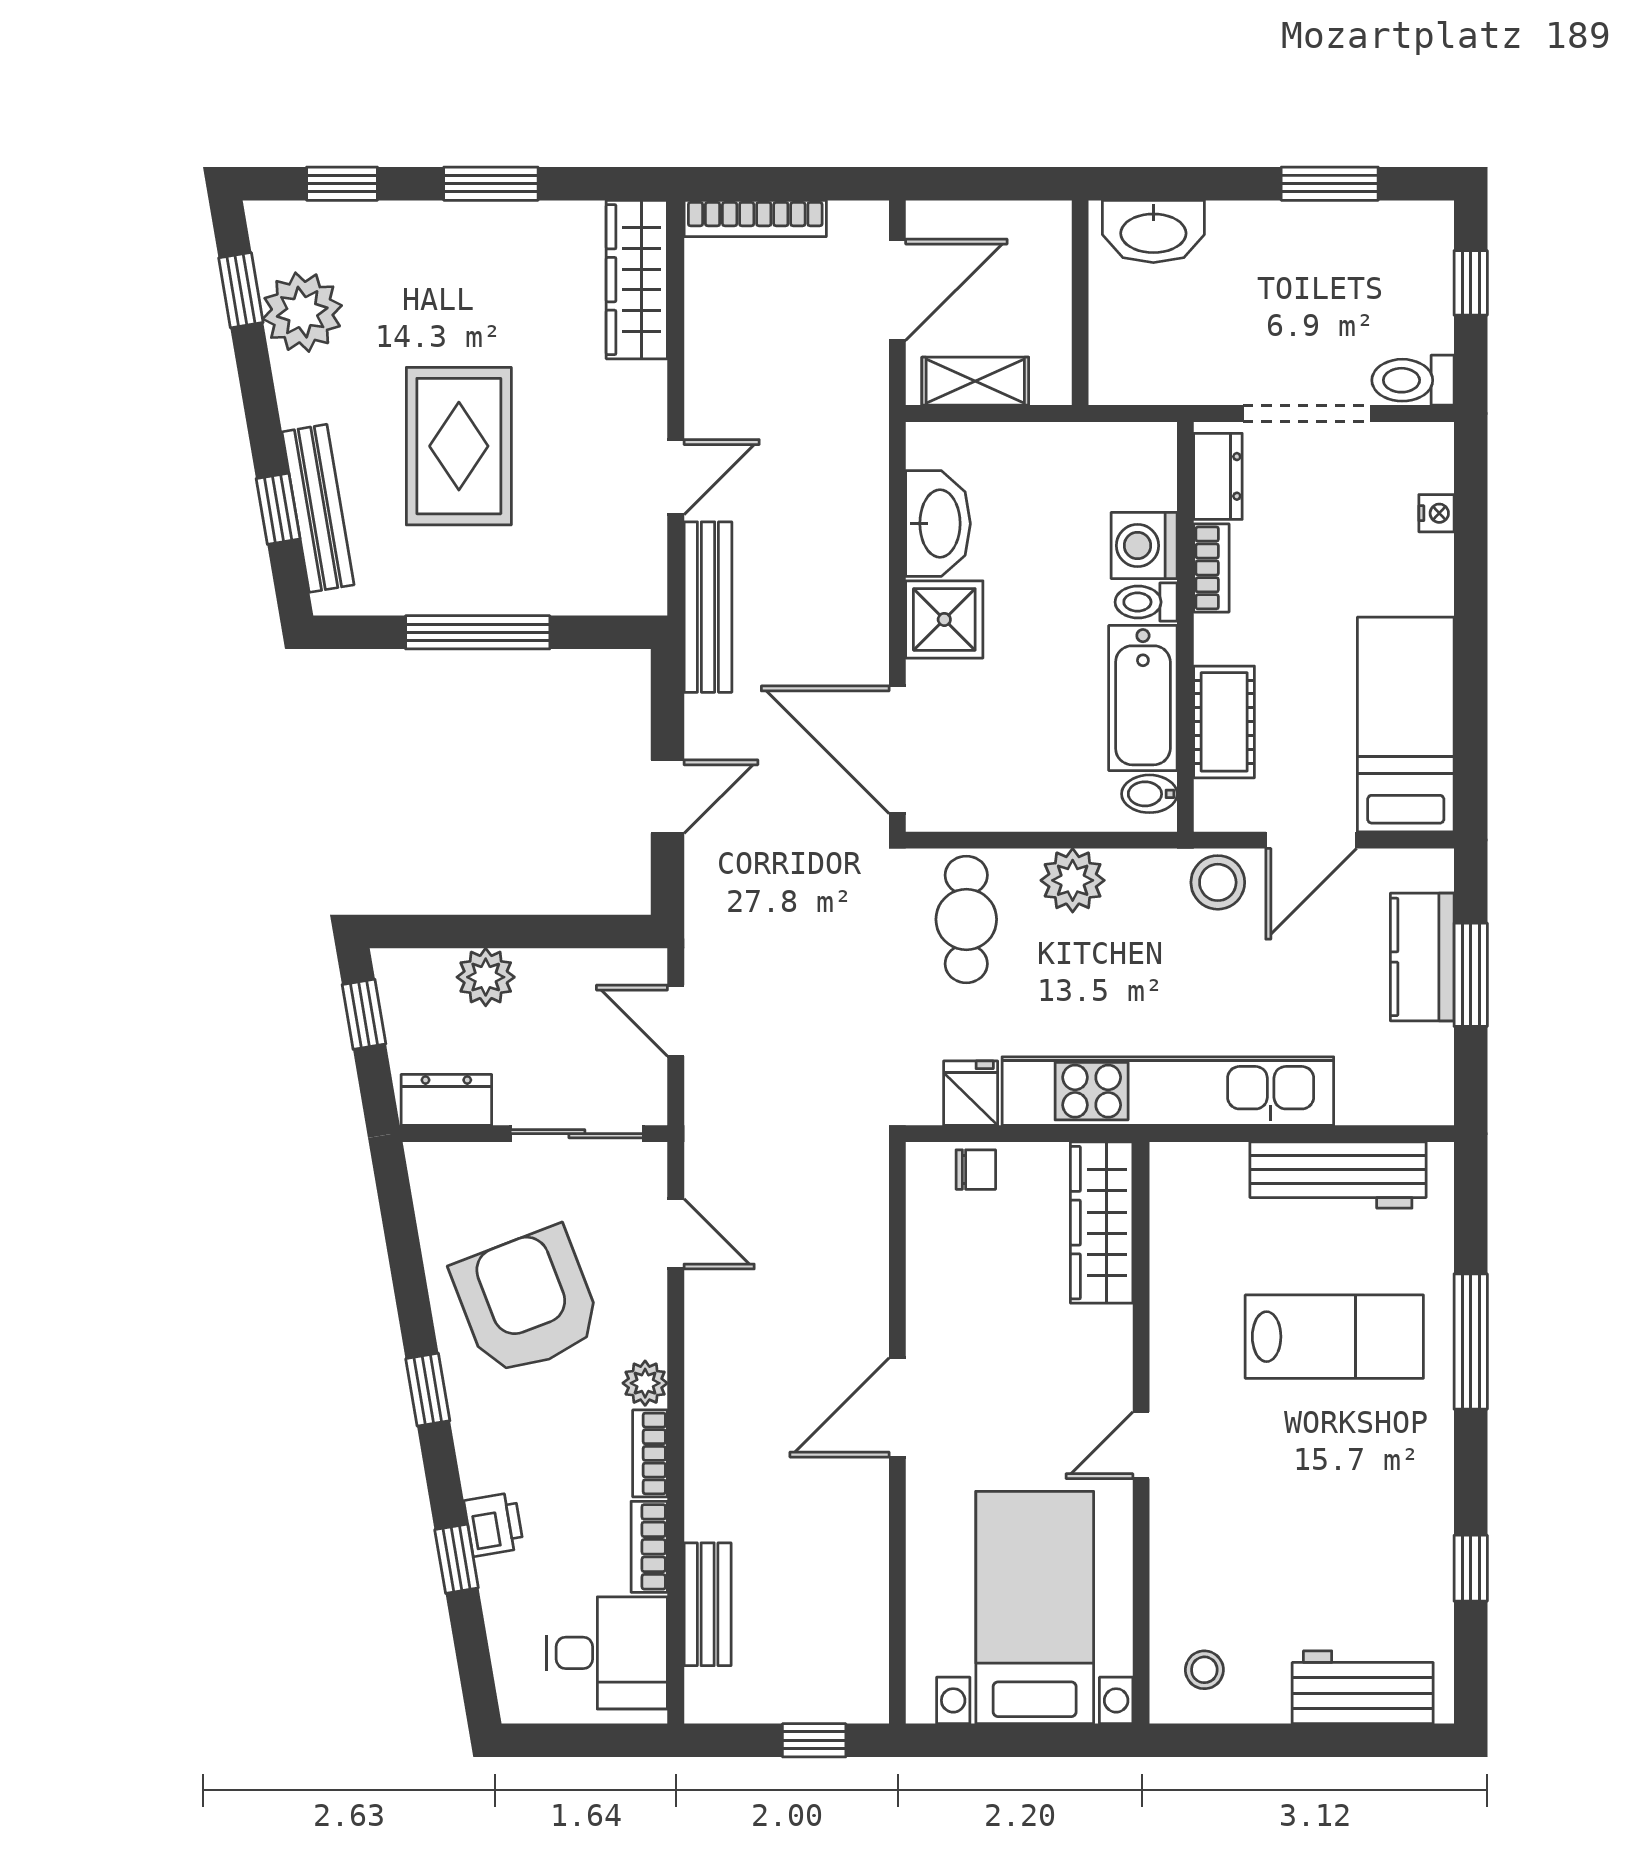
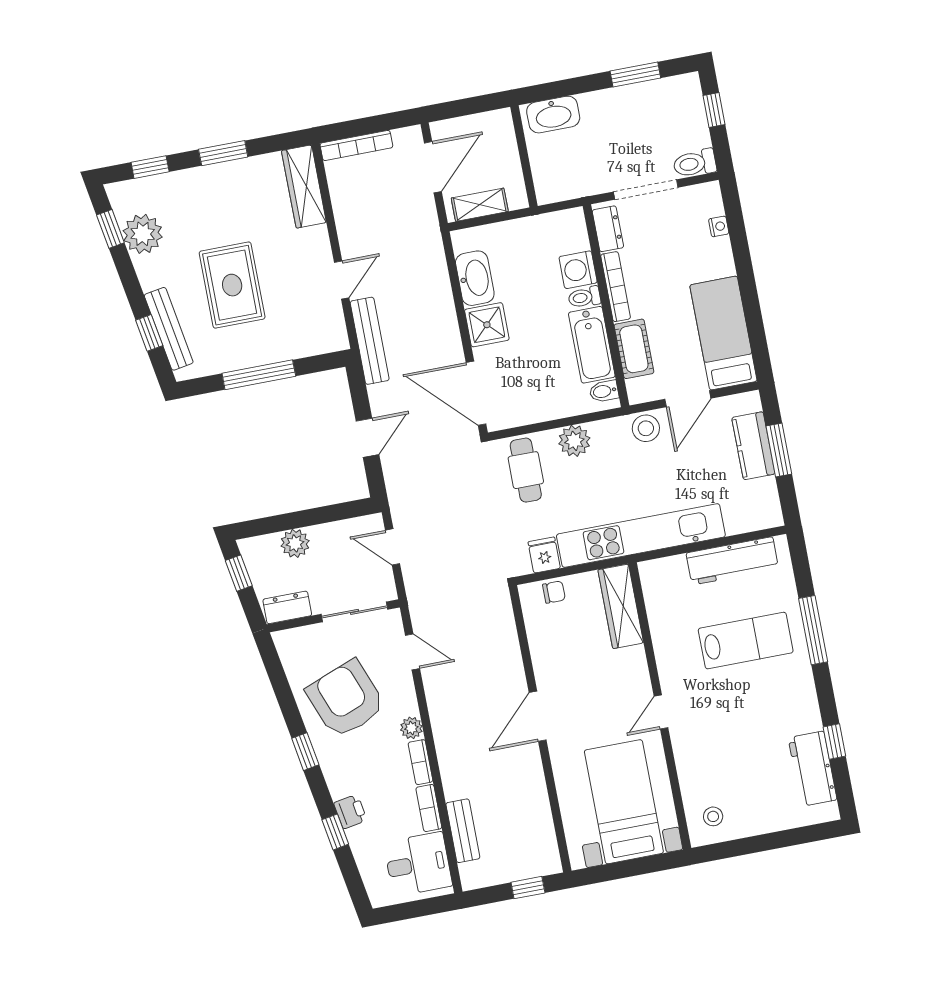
bookcase: (1211, 568) -> (616, 287), width x1.56
workbench: (1363, 1687) -> (813, 769), moved, turned -90

